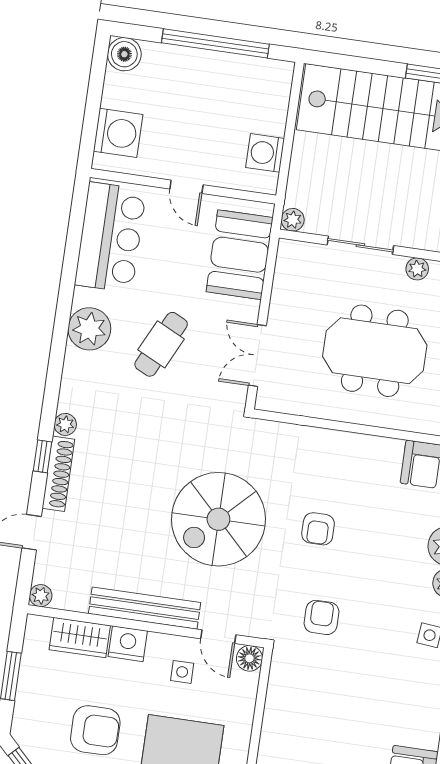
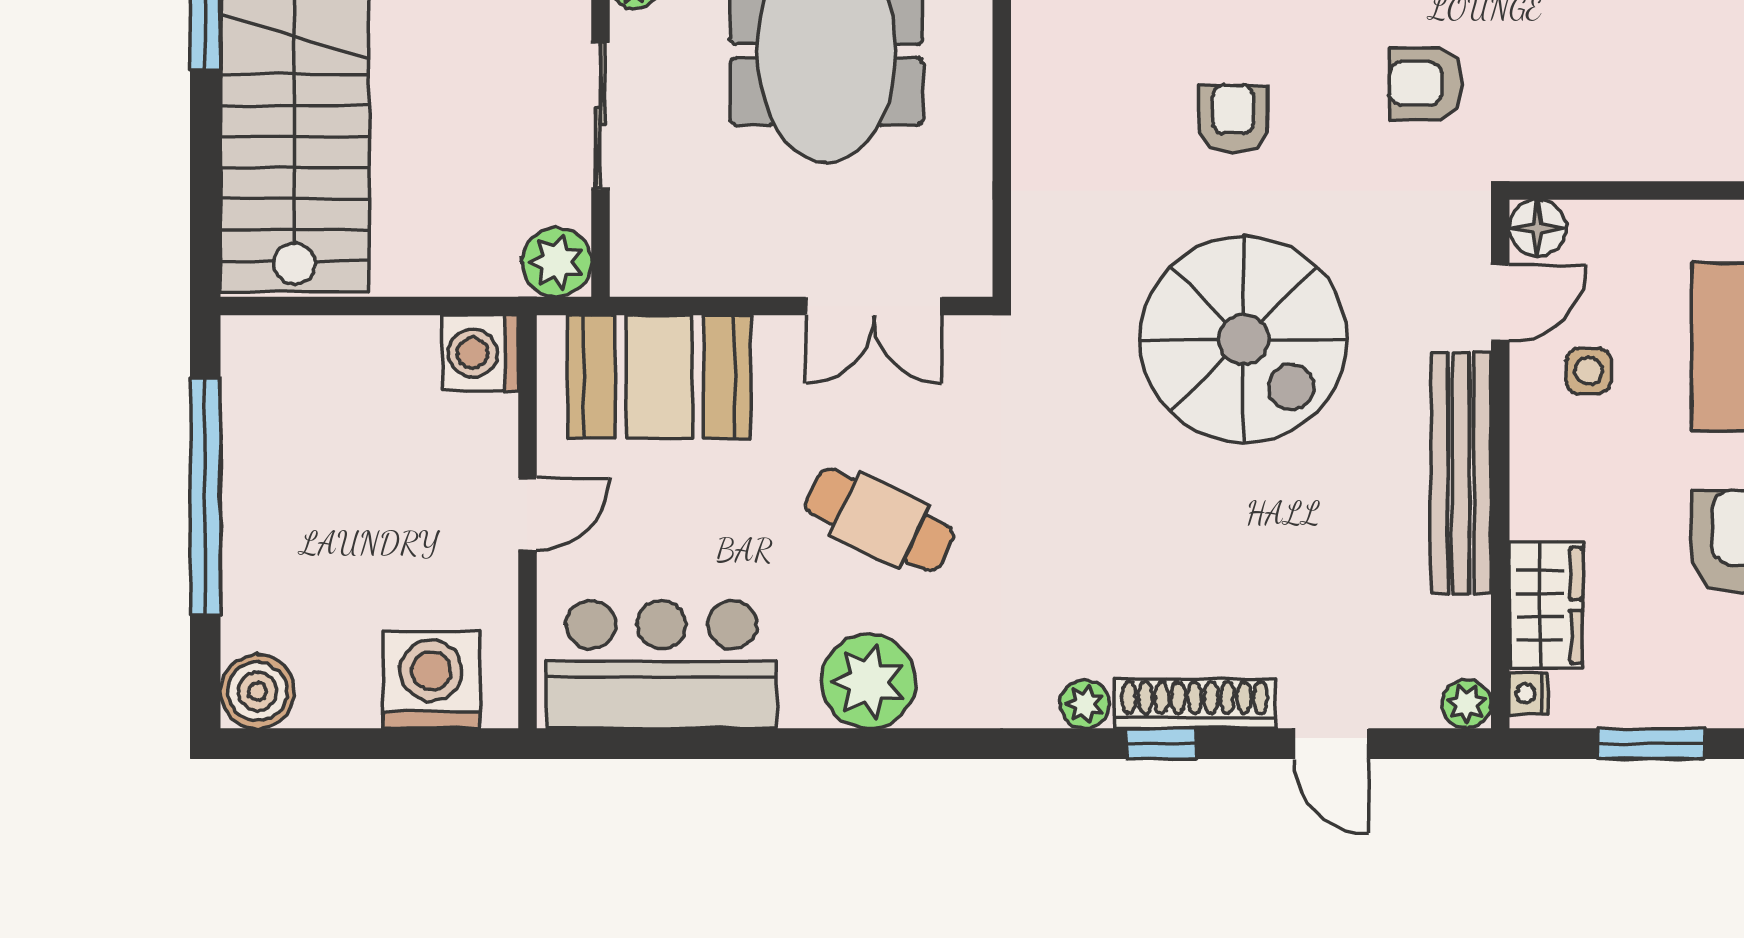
washing machine: (265, 153) -> (480, 353), moved, turned 90
plant: (293, 220) -> (557, 262), width x1.38, depth x1.38
armchair: (318, 529) -> (1233, 119), turned -90
nightstand: (128, 644) -> (1529, 693), moved, width x0.53, depth x0.56

